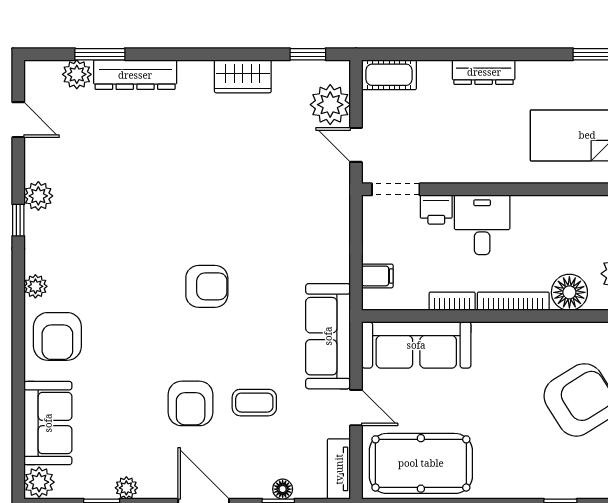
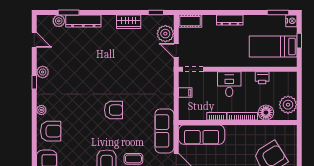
printer: (436, 210) -> (262, 78), moved
filing cabinet: (377, 276) -> (185, 93), moved
armchair: (57, 336) -> (51, 131), turned -90

